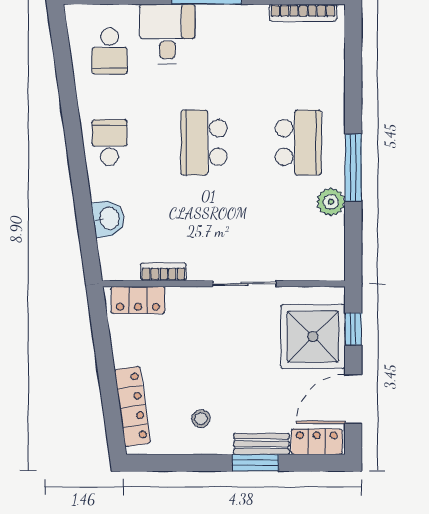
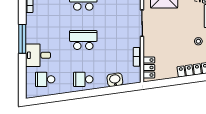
school desk: (110, 51) -> (45, 79), turned 180
school desk: (204, 143) -> (83, 40), turned 180

